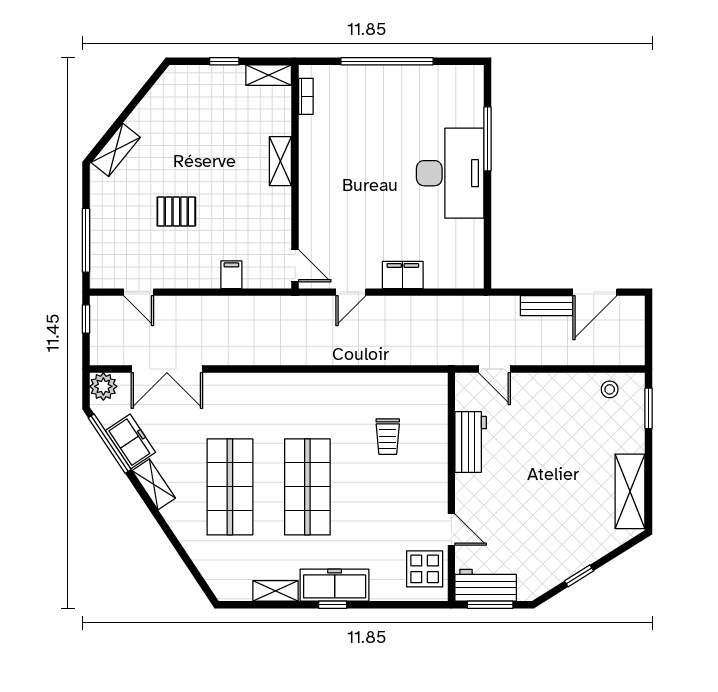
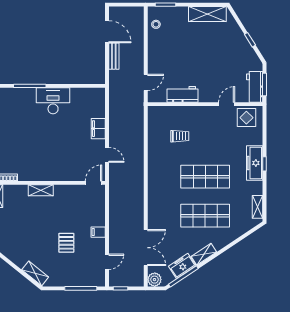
desk: (450, 173) -> (53, 101), width x0.73, depth x0.77
filing cabinet: (231, 275) -> (98, 232), moved
shelving: (276, 591) -> (258, 207), moved

